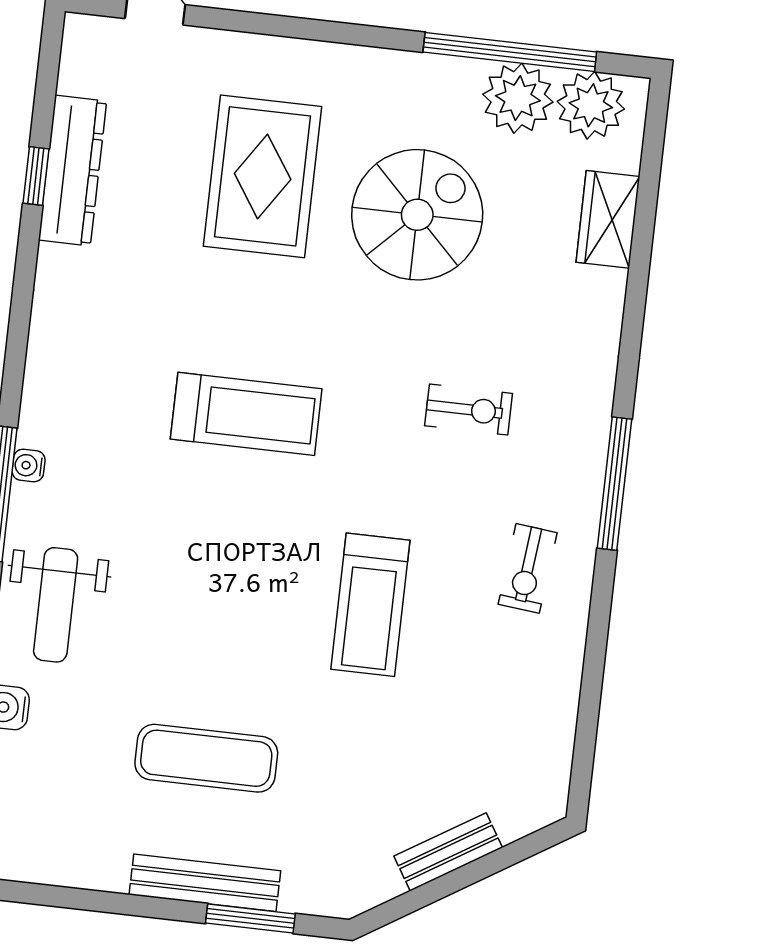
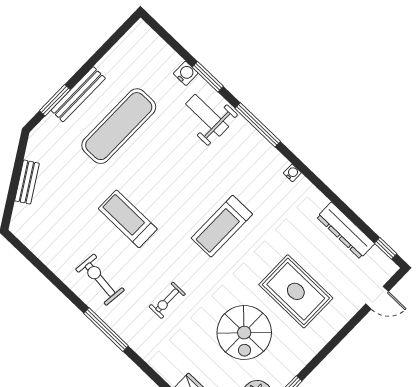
window: (36, 176) -> (386, 248), moved
water cooler: (29, 465) -> (292, 173), moved
exercise bike: (528, 568) -> (100, 280), width x1.38, depth x1.39
exercise mat: (206, 758) -> (119, 126), width x1.36, depth x1.45

